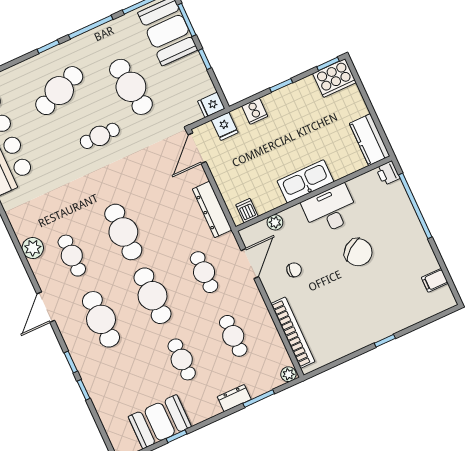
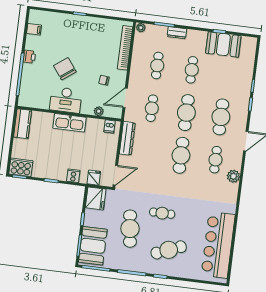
fridge: (211, 105) -> (96, 198), width x1.88, depth x1.34
printer: (388, 173) -> (29, 57), moved

